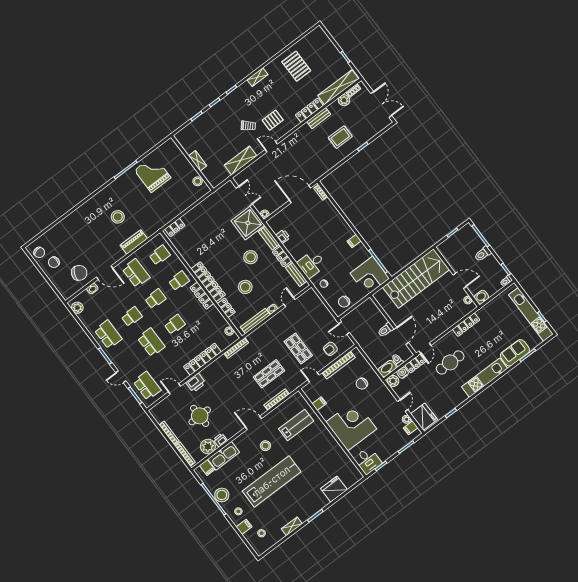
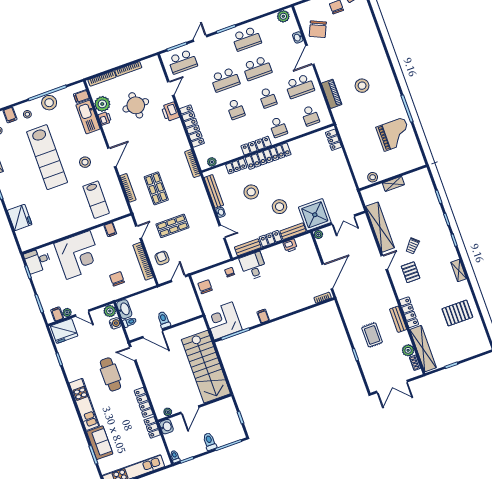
shelving: (241, 160) -> (380, 227), width x1.47
school desk: (132, 317) -> (257, 68), width x1.85
locker: (415, 363) -> (152, 427), moved

